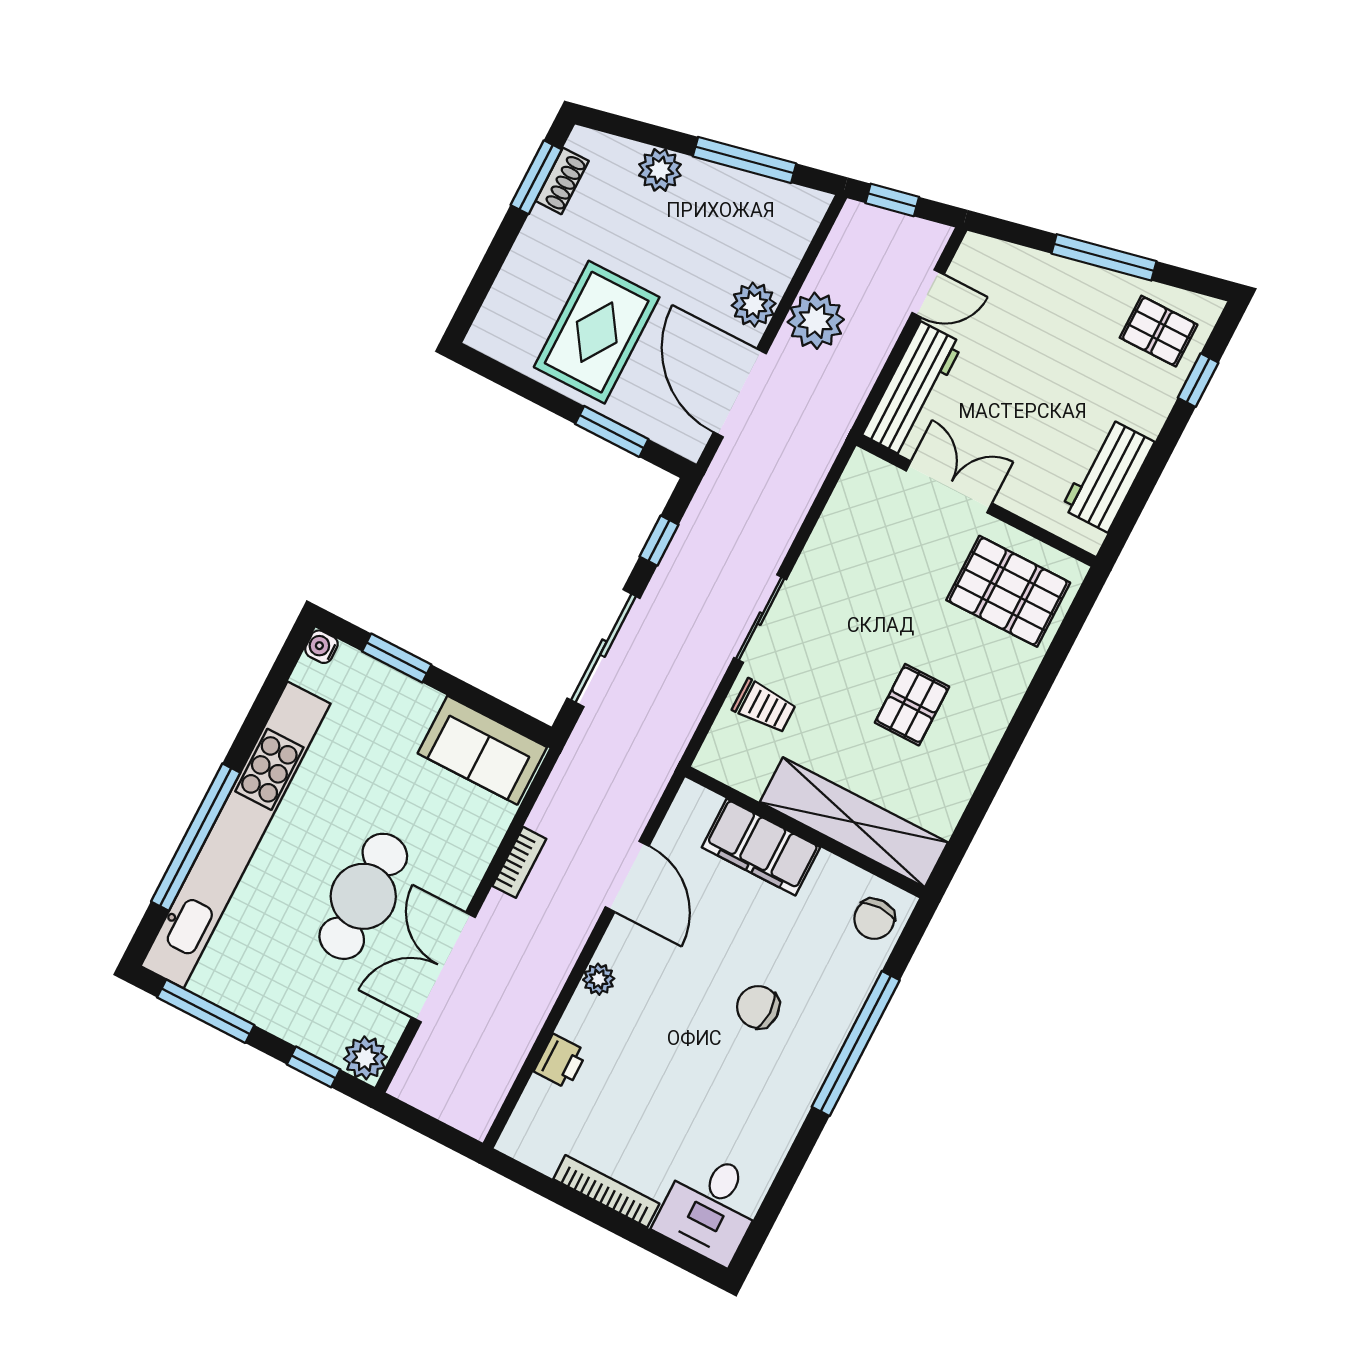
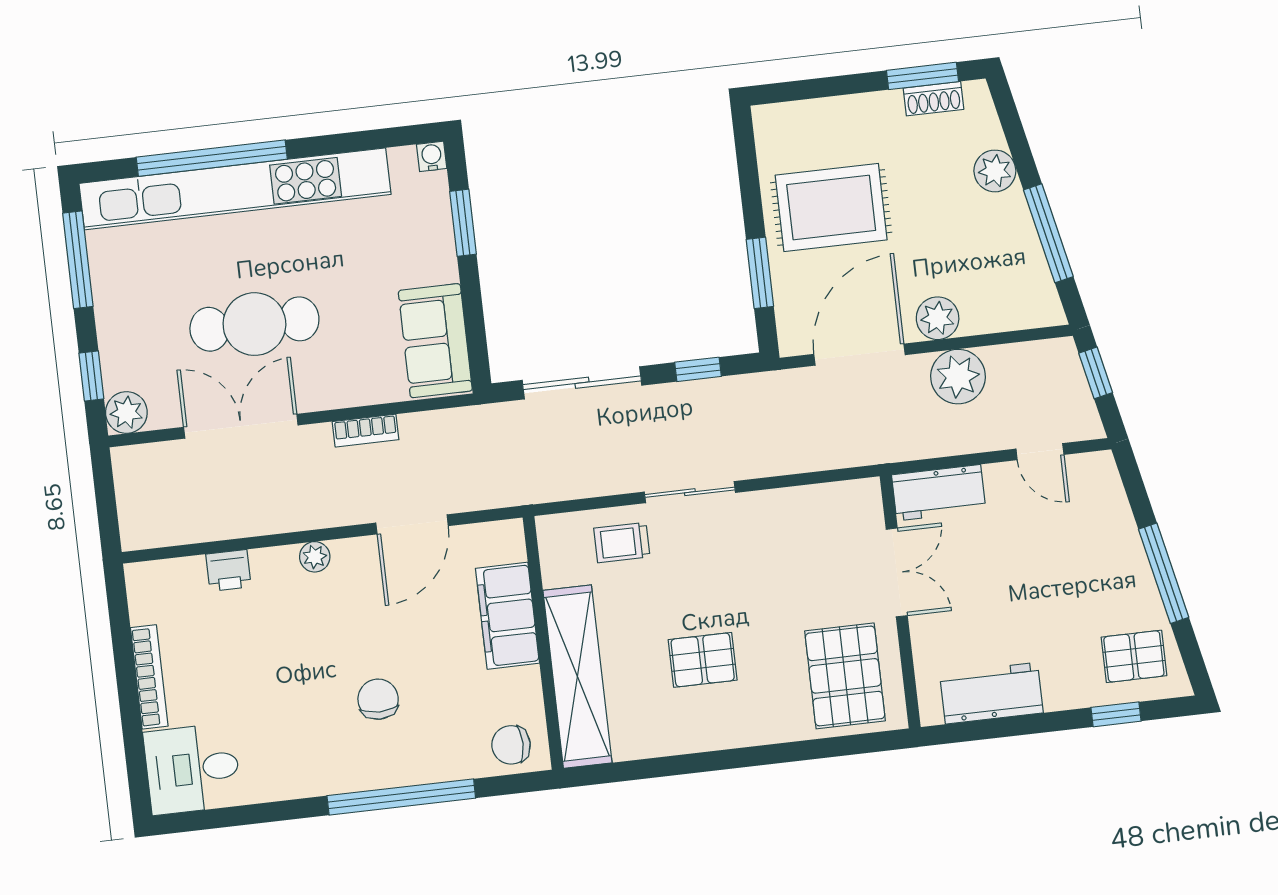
pallet: (1159, 331) -> (1134, 656), turned 90
workbench: (913, 389) -> (939, 493), width x0.73
trolley: (764, 706) -> (622, 543), turned 90

